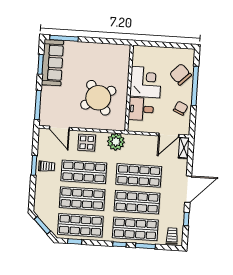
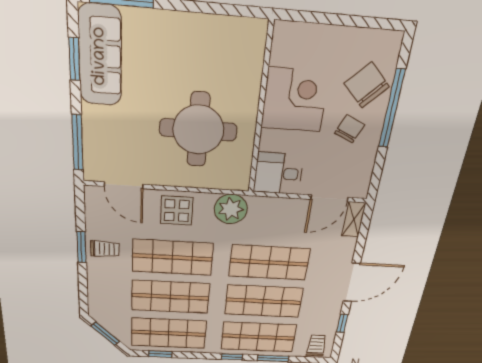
round table: (98, 98) -> (198, 130), turned 32
chair: (181, 108) -> (350, 129), moved
desk: (141, 109) -> (278, 173), moved

